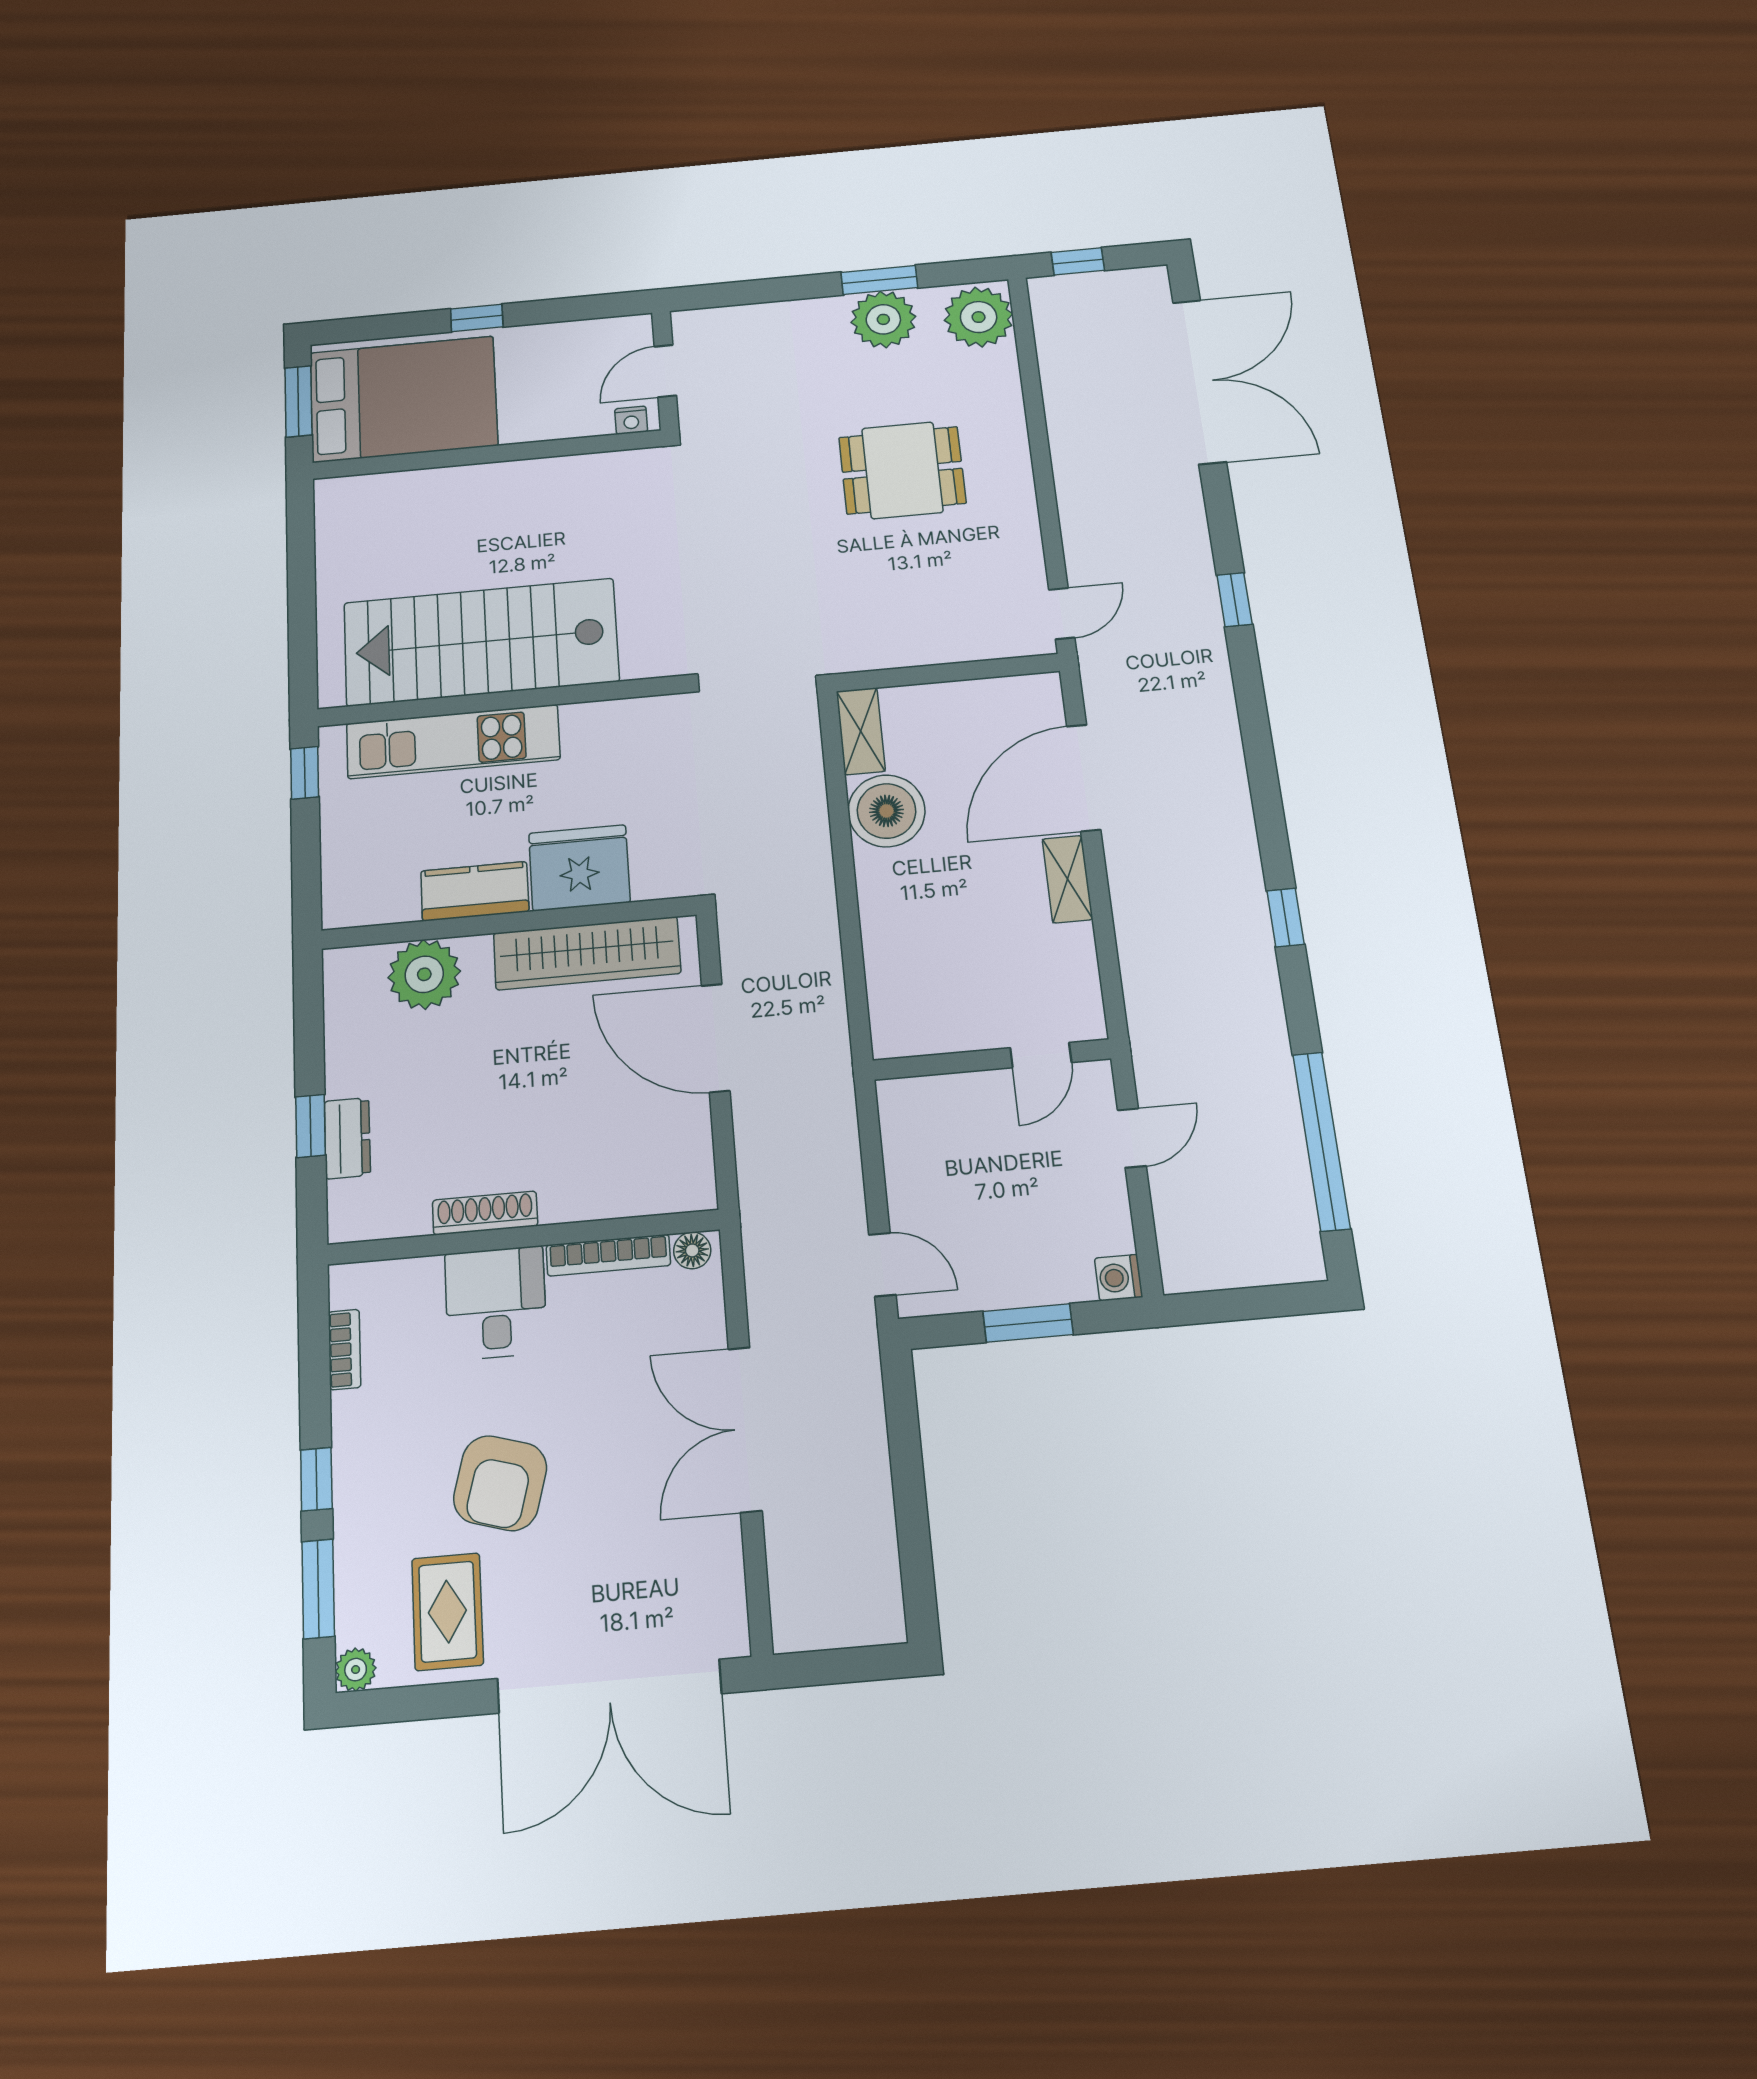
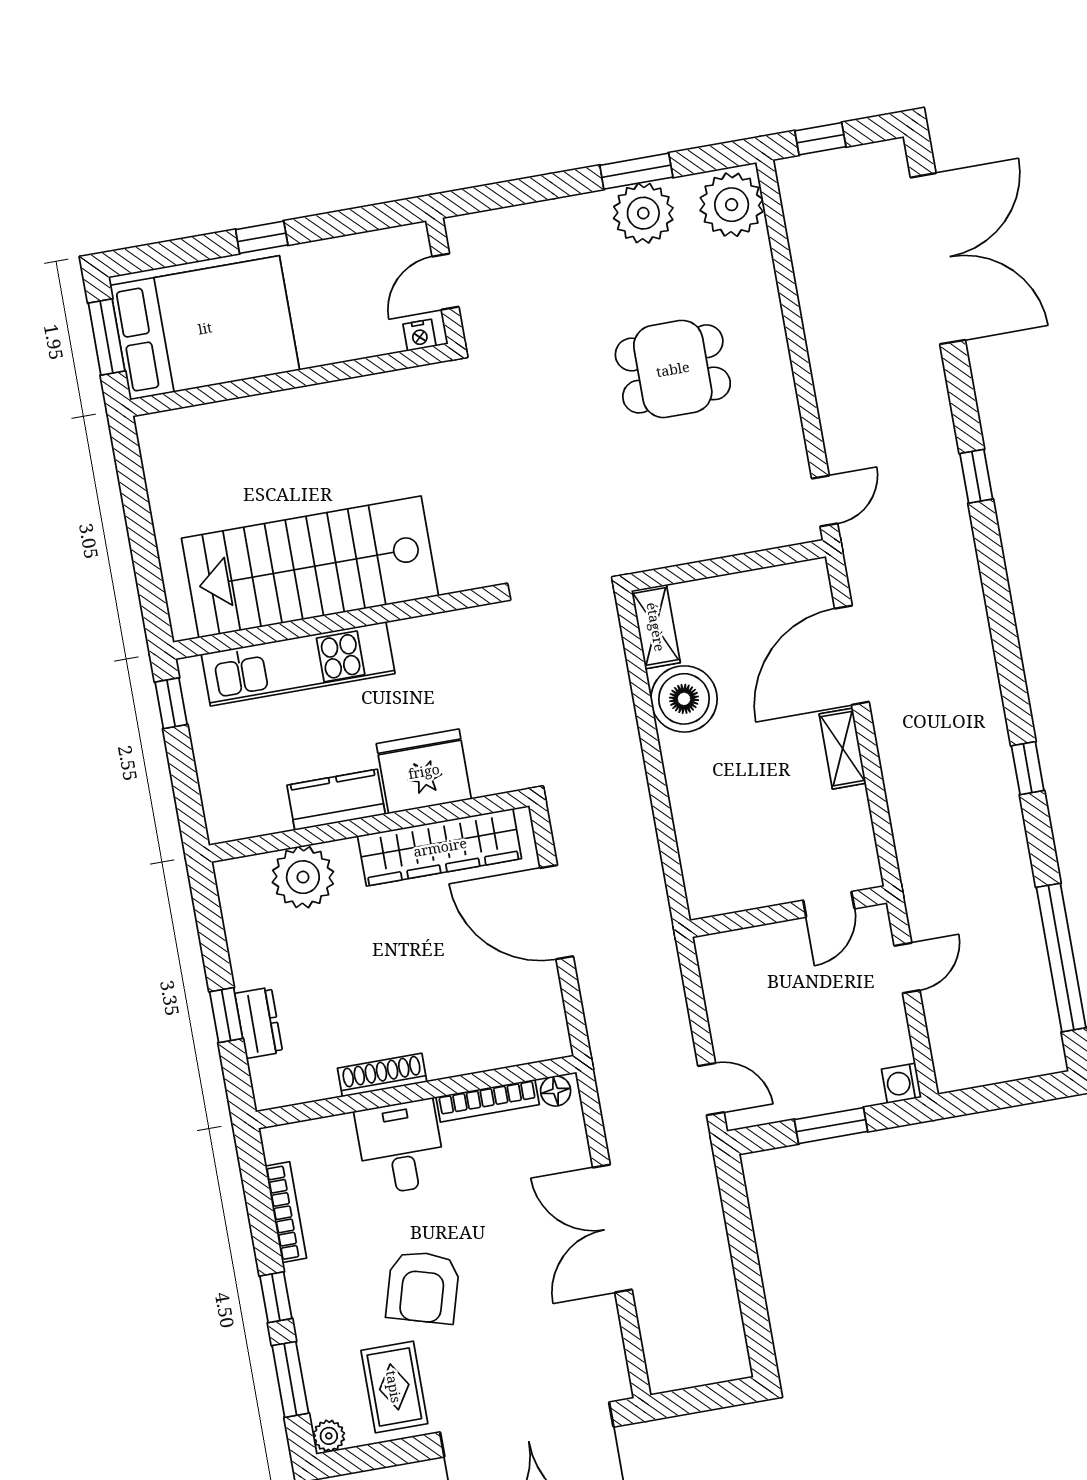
bookcase: (344, 1349) -> (286, 1212), width x1.56

